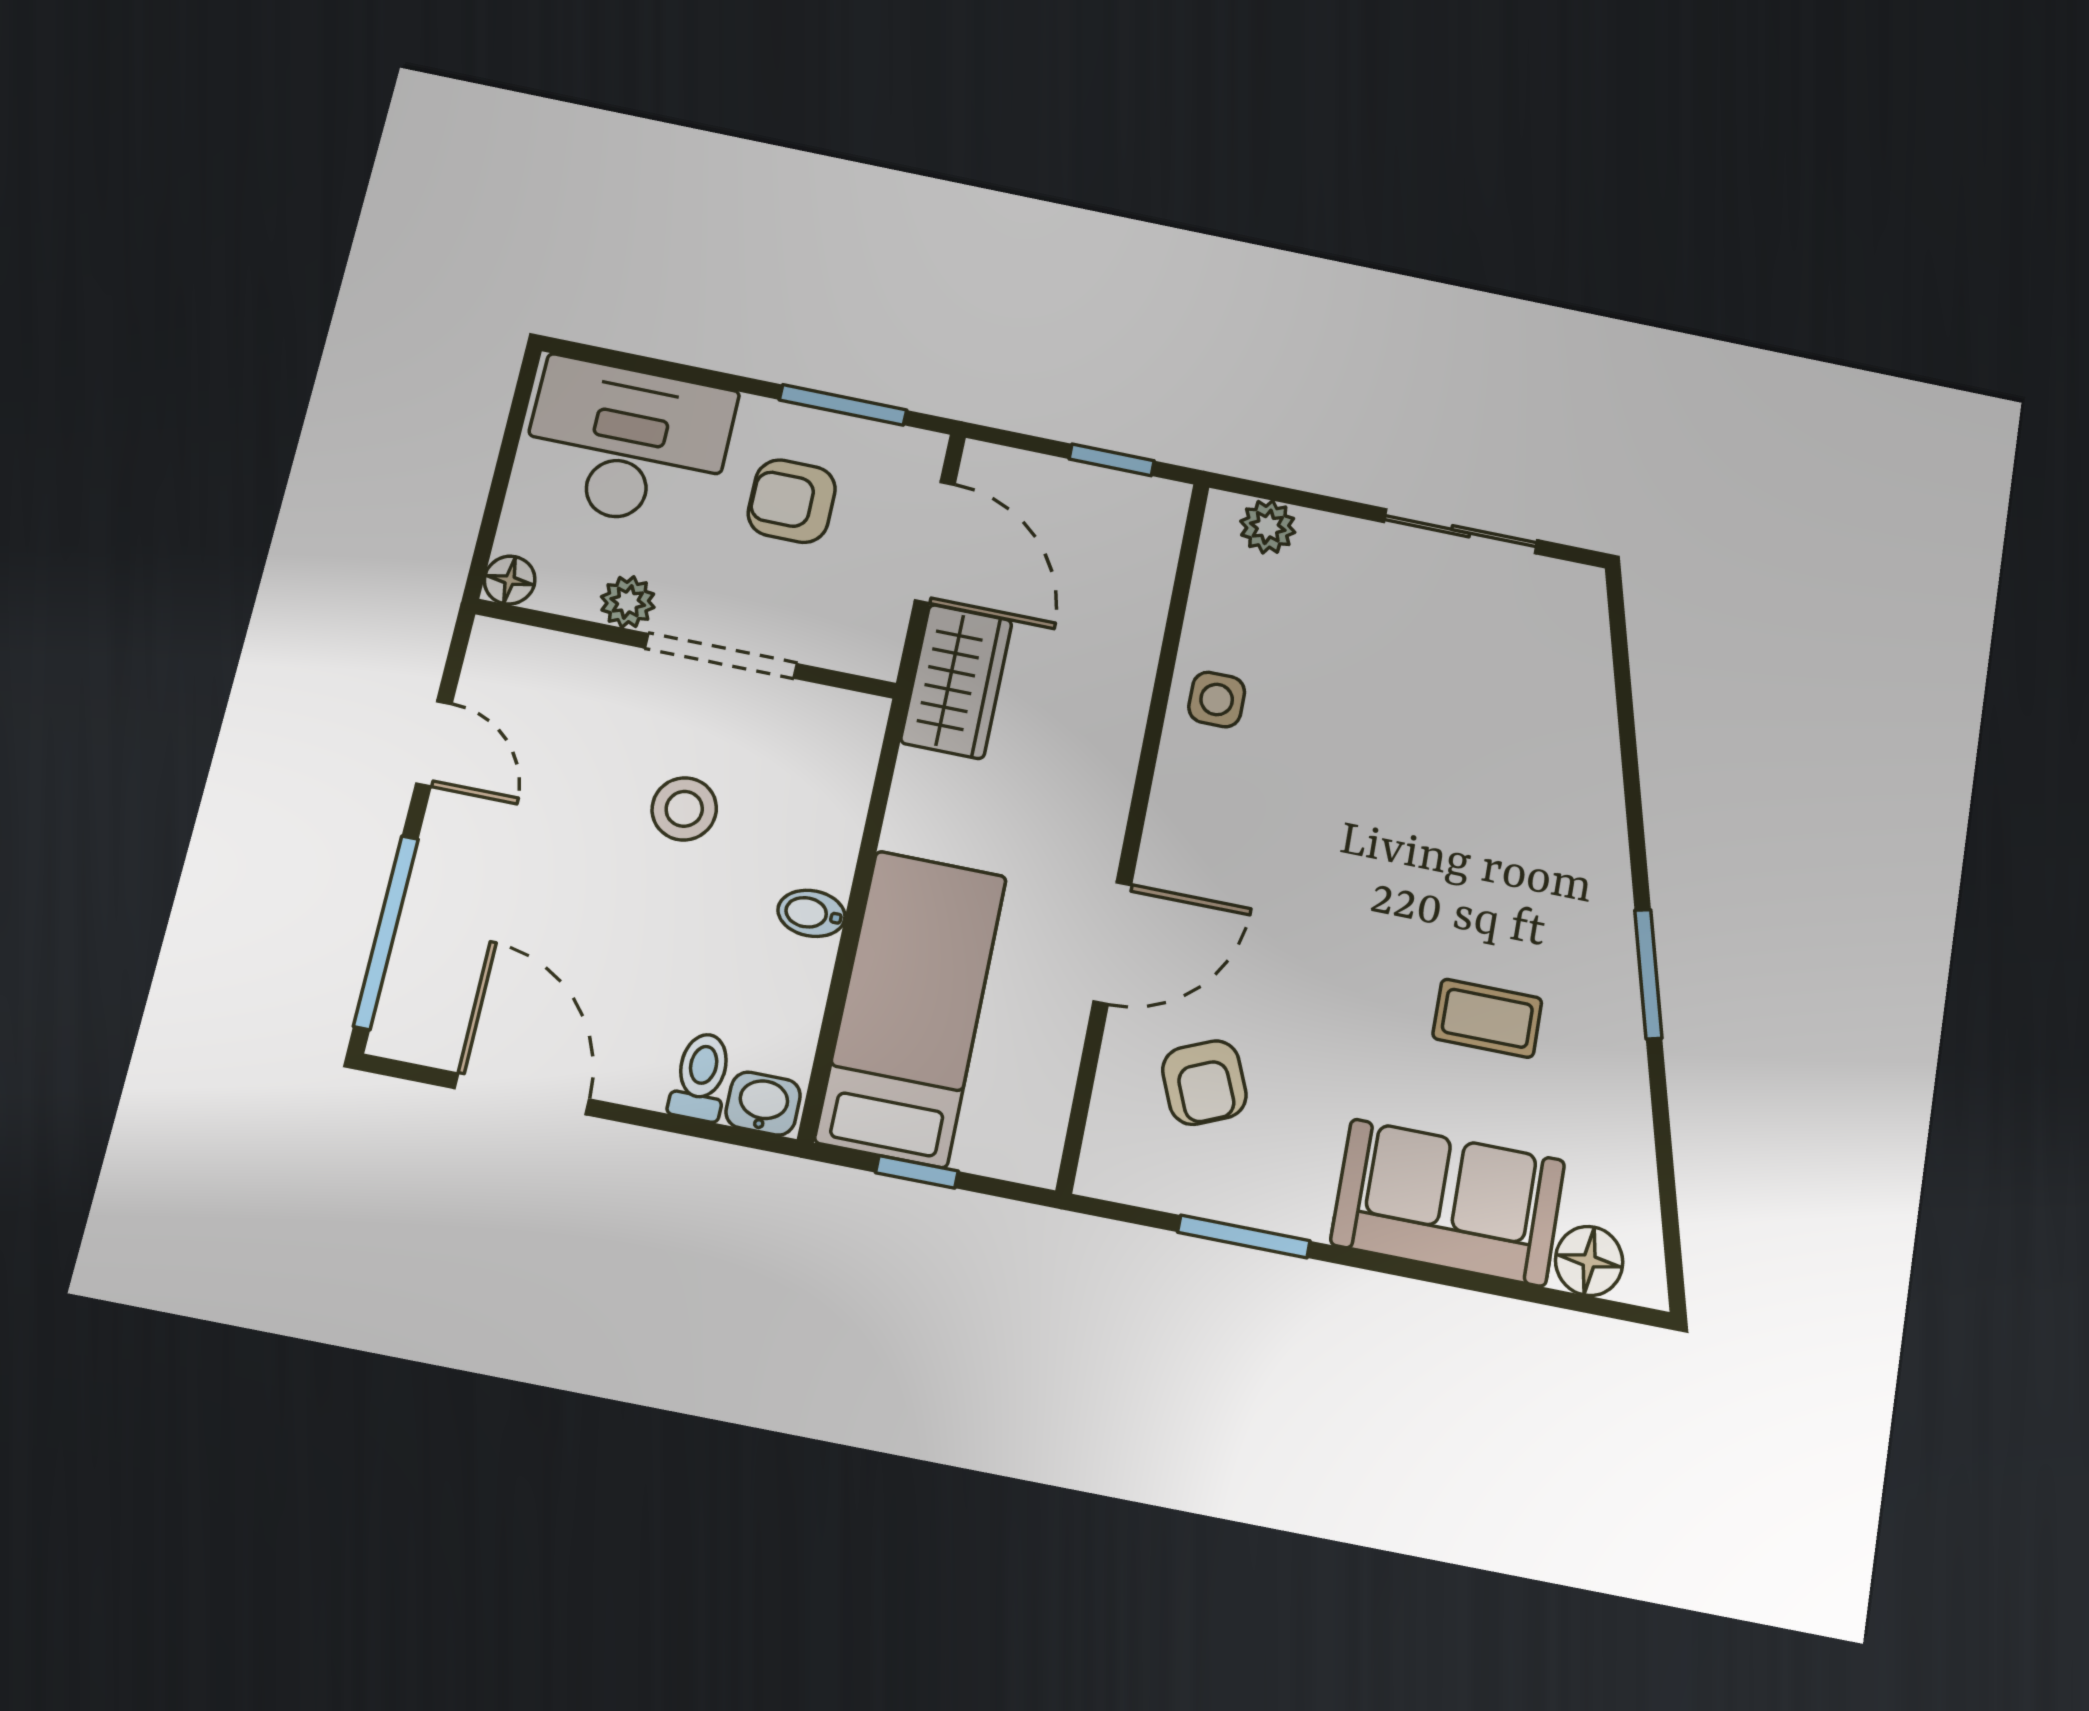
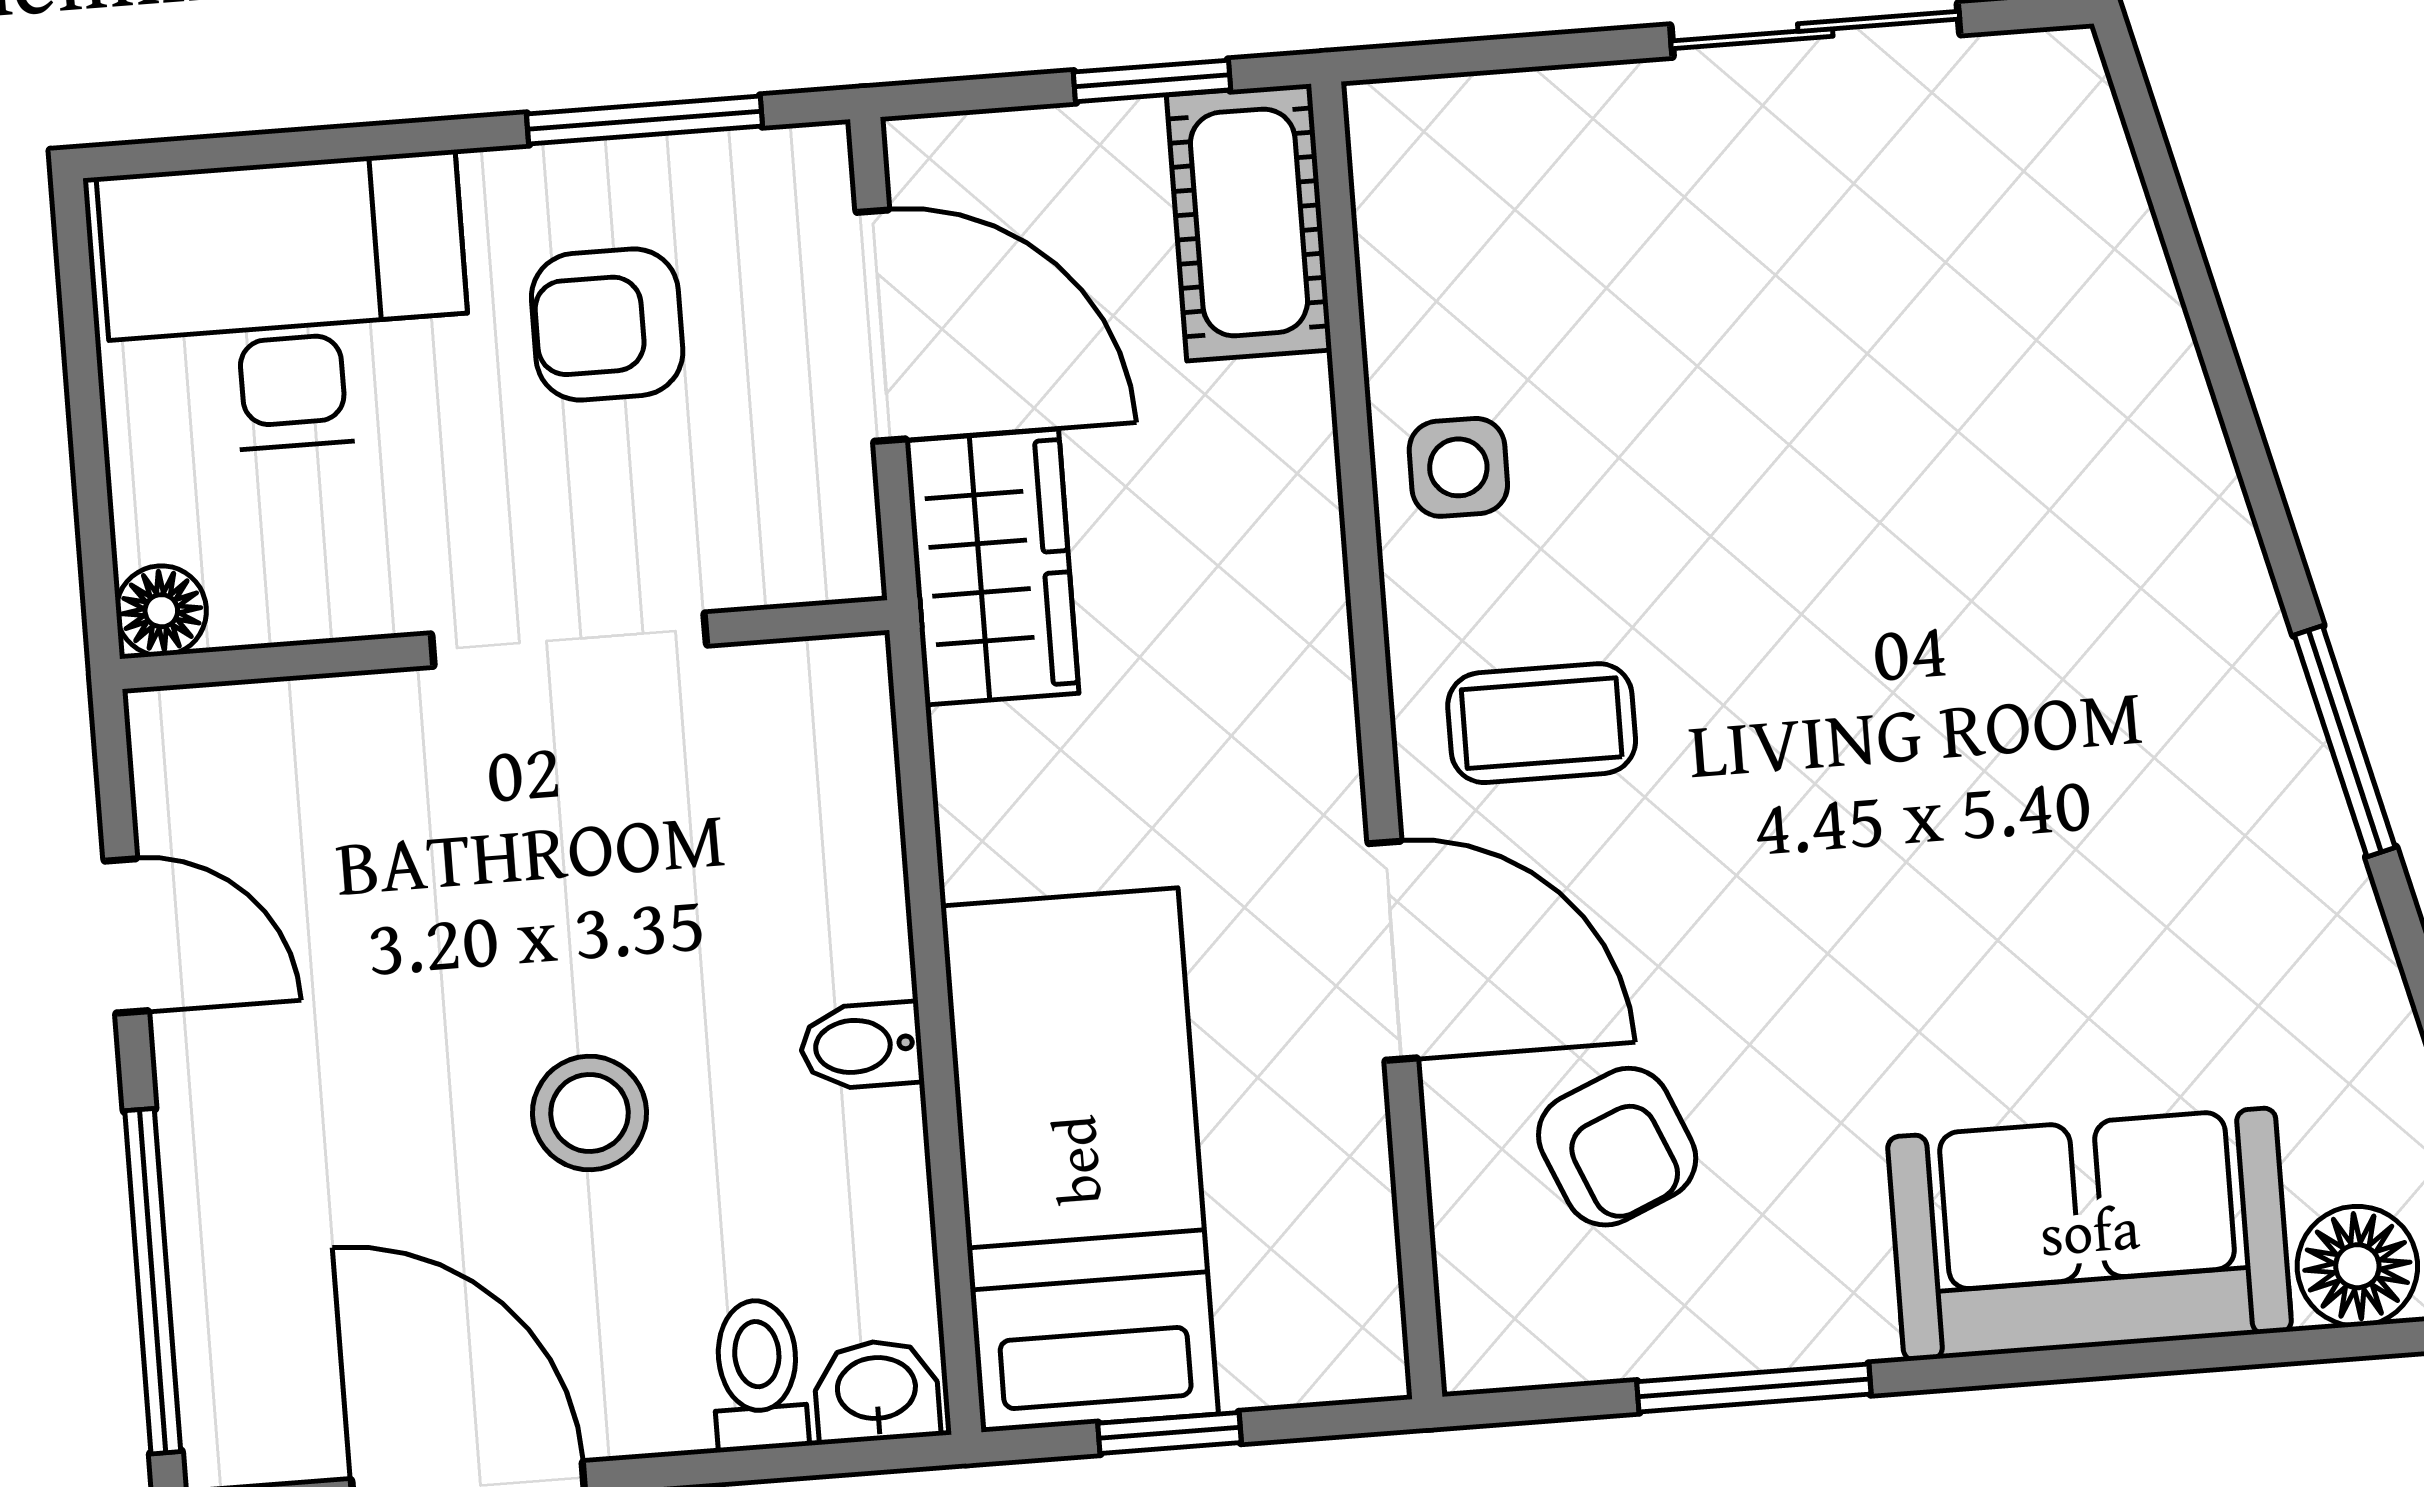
plant: (1268, 527) -> (1465, 124), removed
cot: (1142, 544) -> (1249, 222), added
plant: (628, 602) -> (378, 590), removed
stool: (684, 809) -> (589, 1113), moved
door: (1112, 943) -> (1393, 951), hinge flipped
coffee table: (1487, 1018) -> (1542, 723), moved

